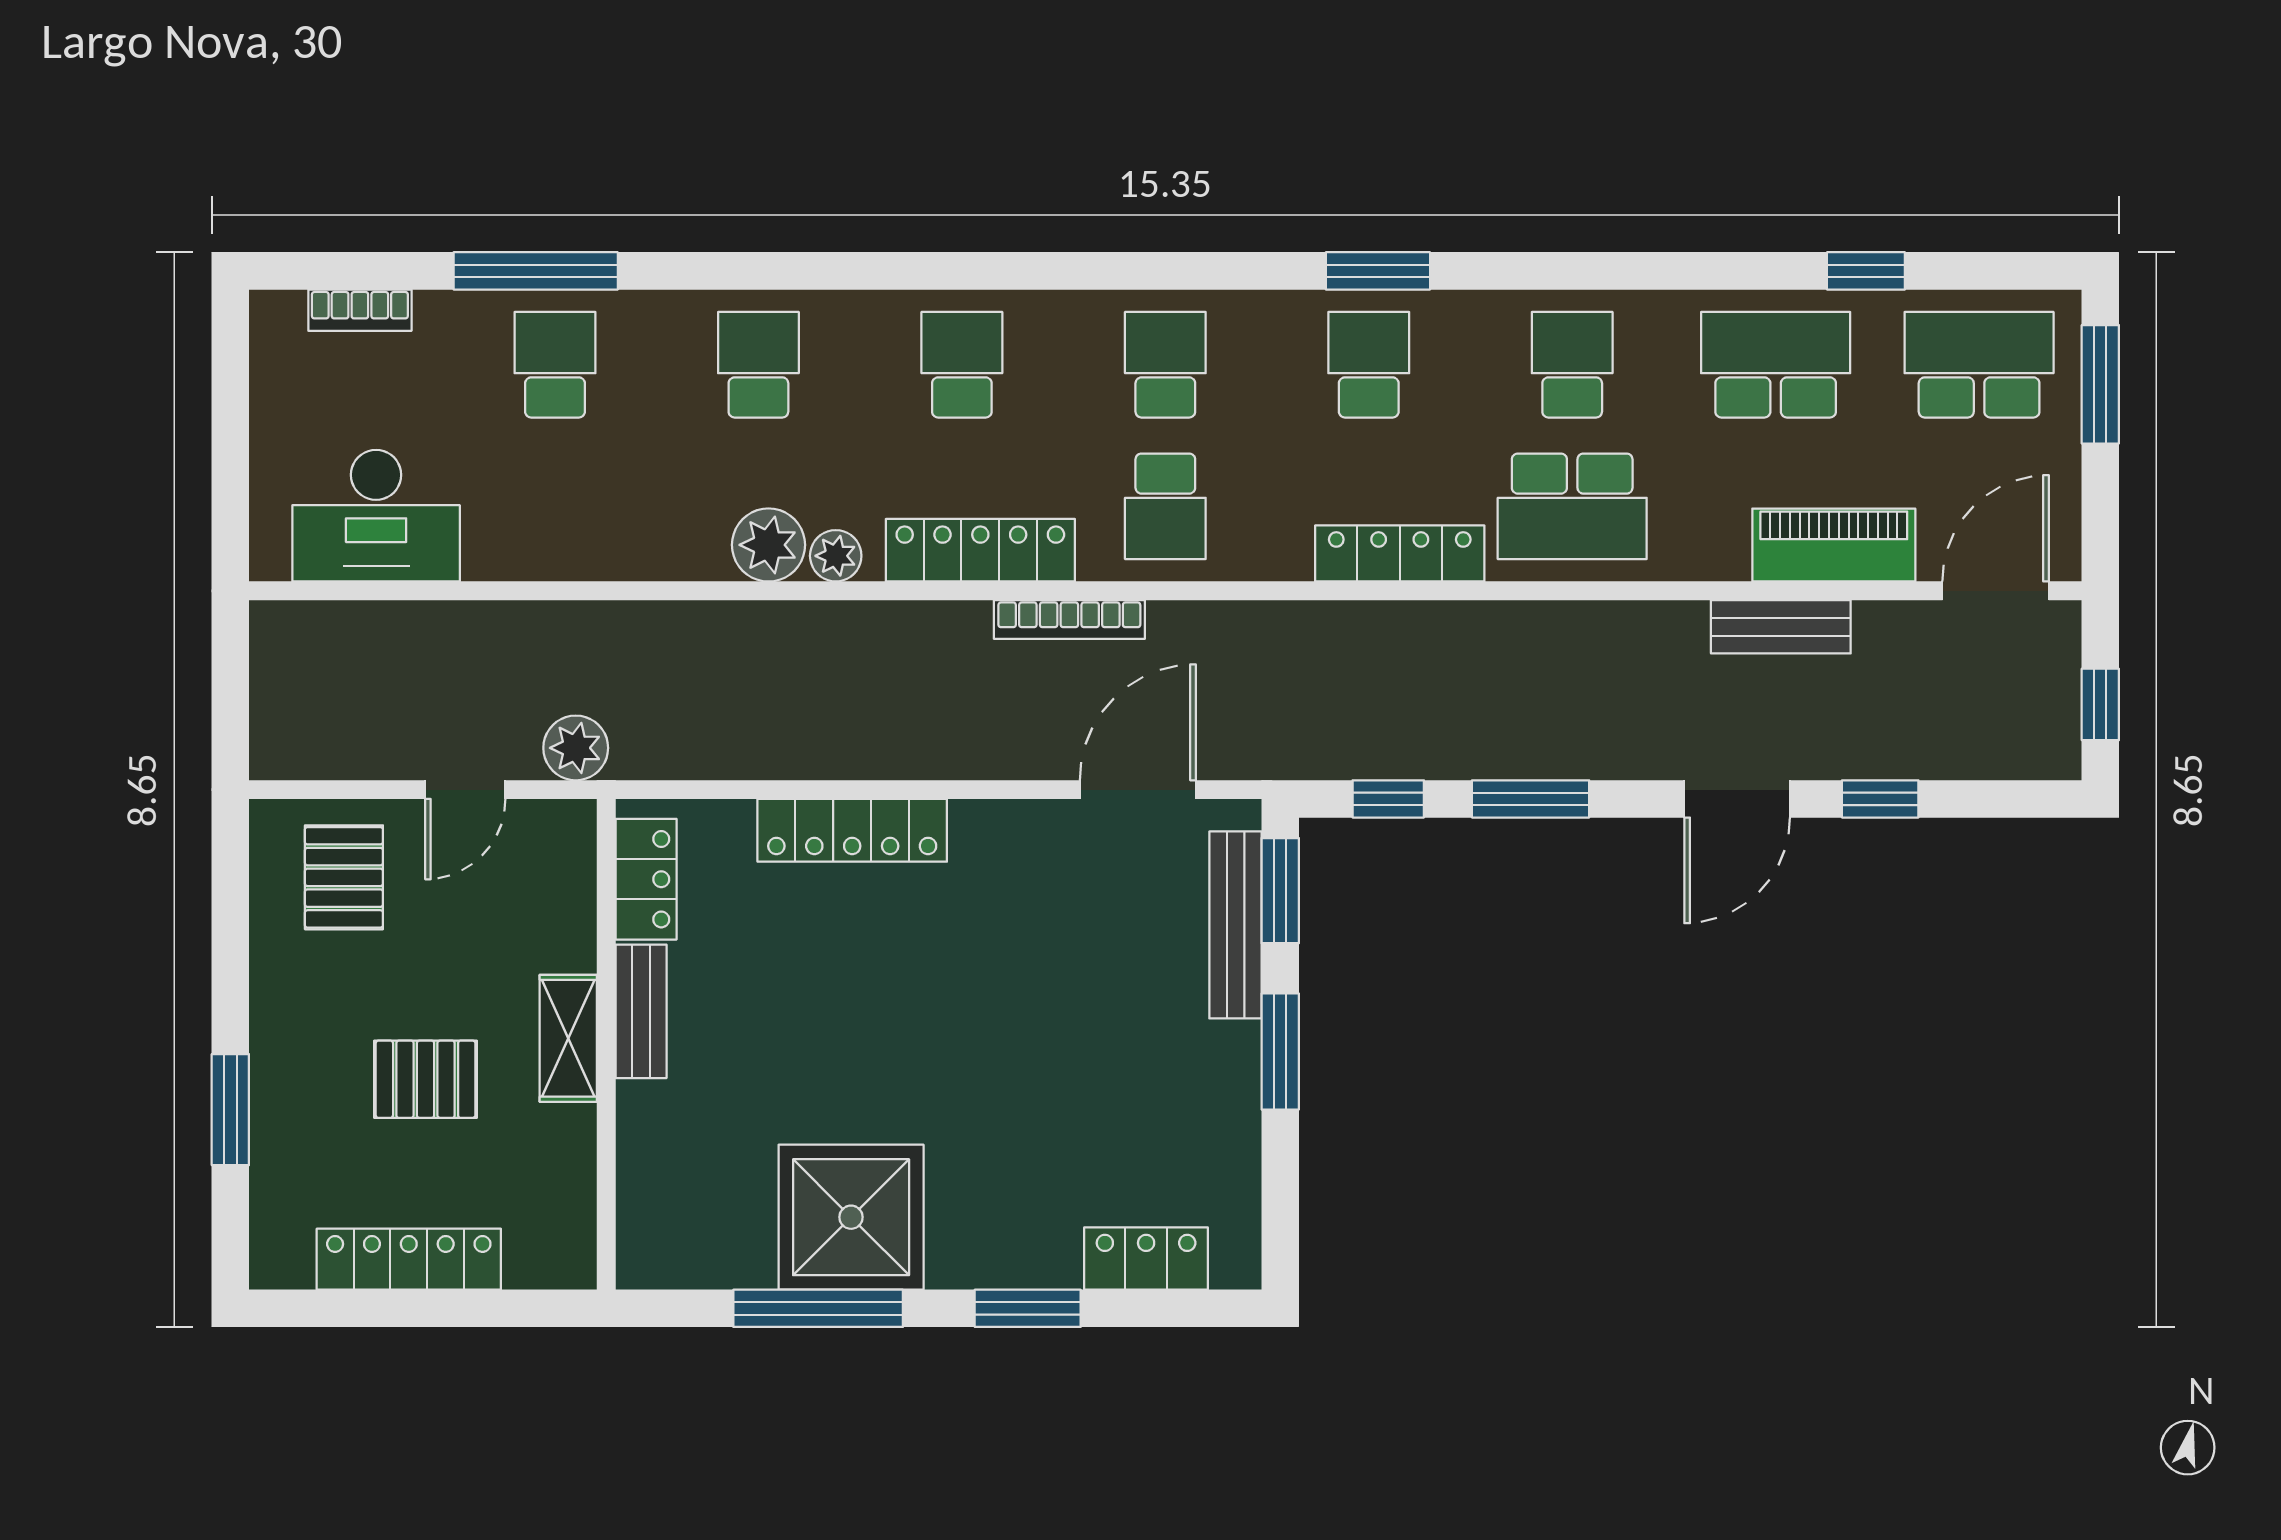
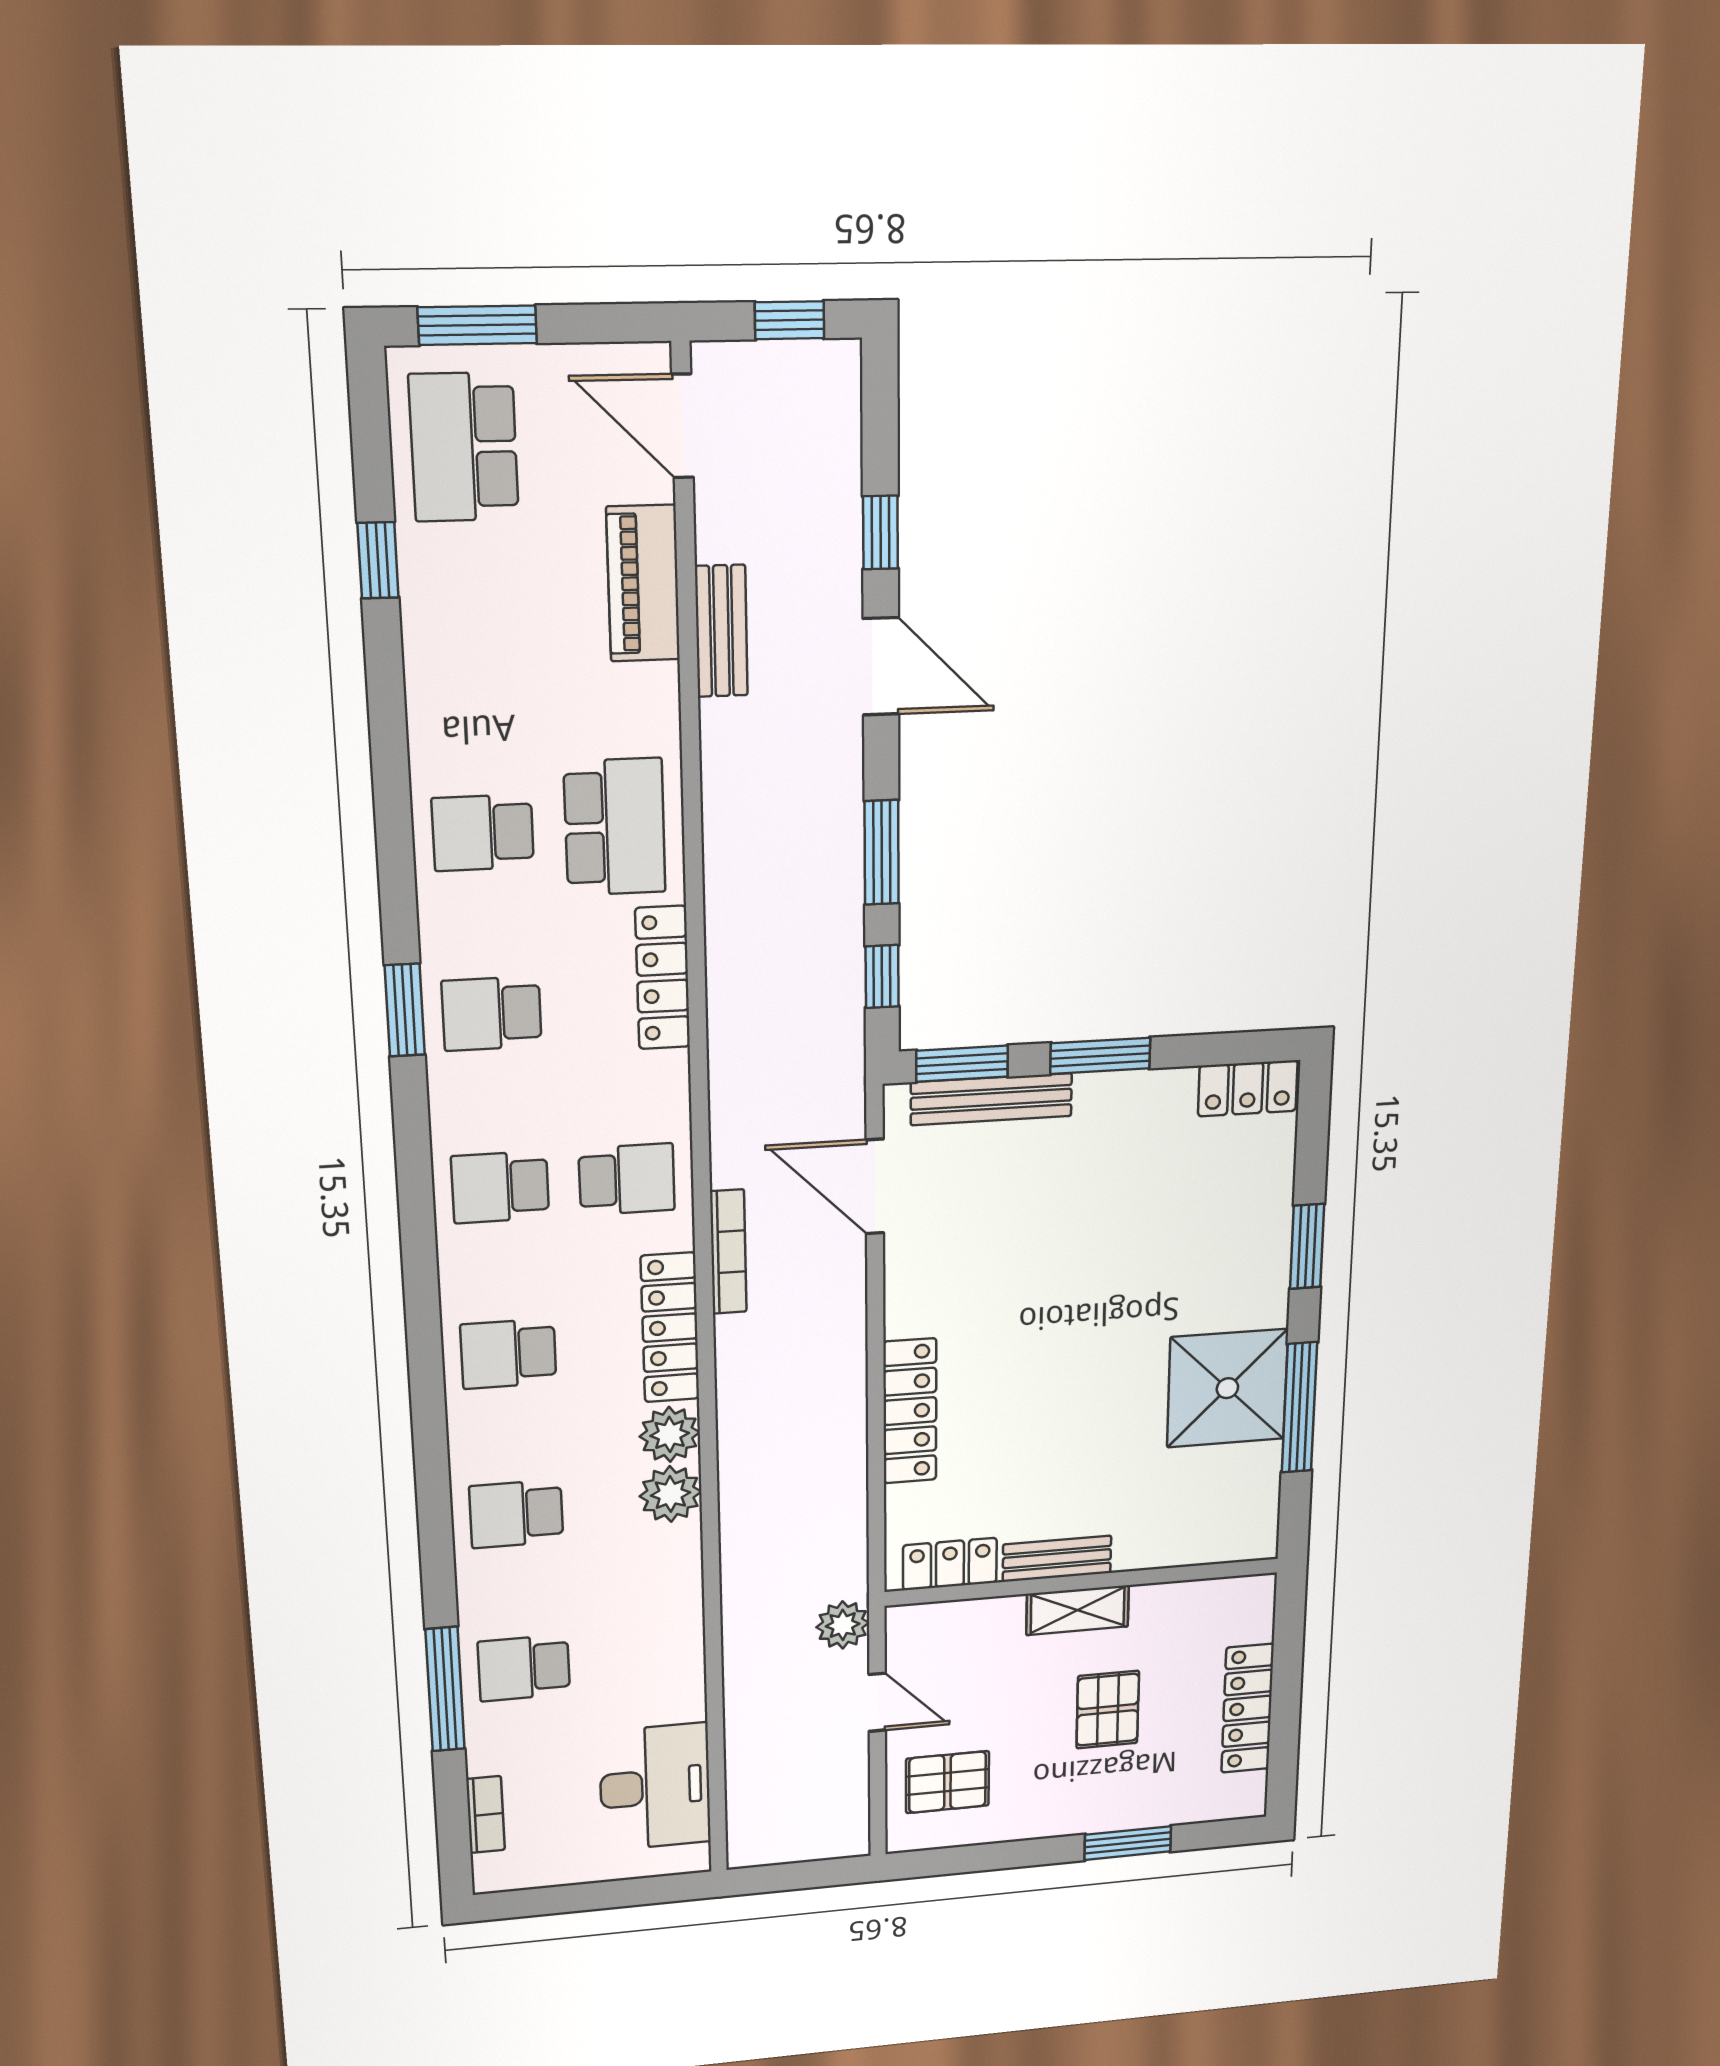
school desk: (1776, 365) -> (474, 644), removed
plant: (836, 556) -> (670, 1434), width x1.38, depth x1.38
locker: (1146, 1258) -> (1248, 1088), moved, turned -90

